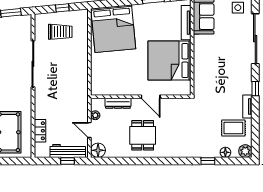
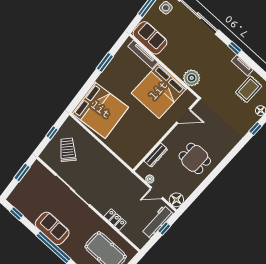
trolley: (60, 32) -> (68, 150), turned -48
plant: (202, 77) -> (192, 78), added
door: (151, 97) -> (184, 116), moved
locker: (40, 131) -> (115, 220), moved

